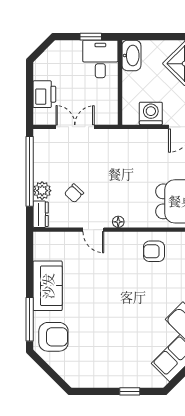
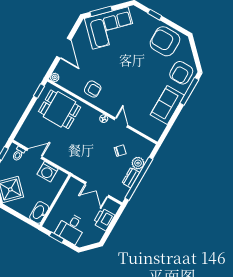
desk: (100, 59) -> (71, 228), moved
dresser: (41, 214) -> (131, 178), moved
armchair: (53, 337) -> (181, 73), turned -90
armchair: (97, 365) -> (165, 41), added

